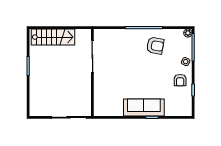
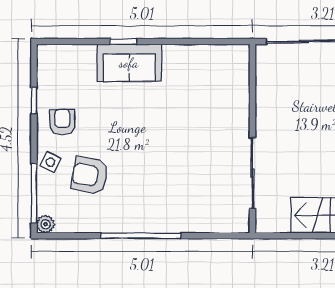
armchair: (155, 46) -> (90, 175), moved
sofa: (144, 107) -> (129, 63), width x0.73

